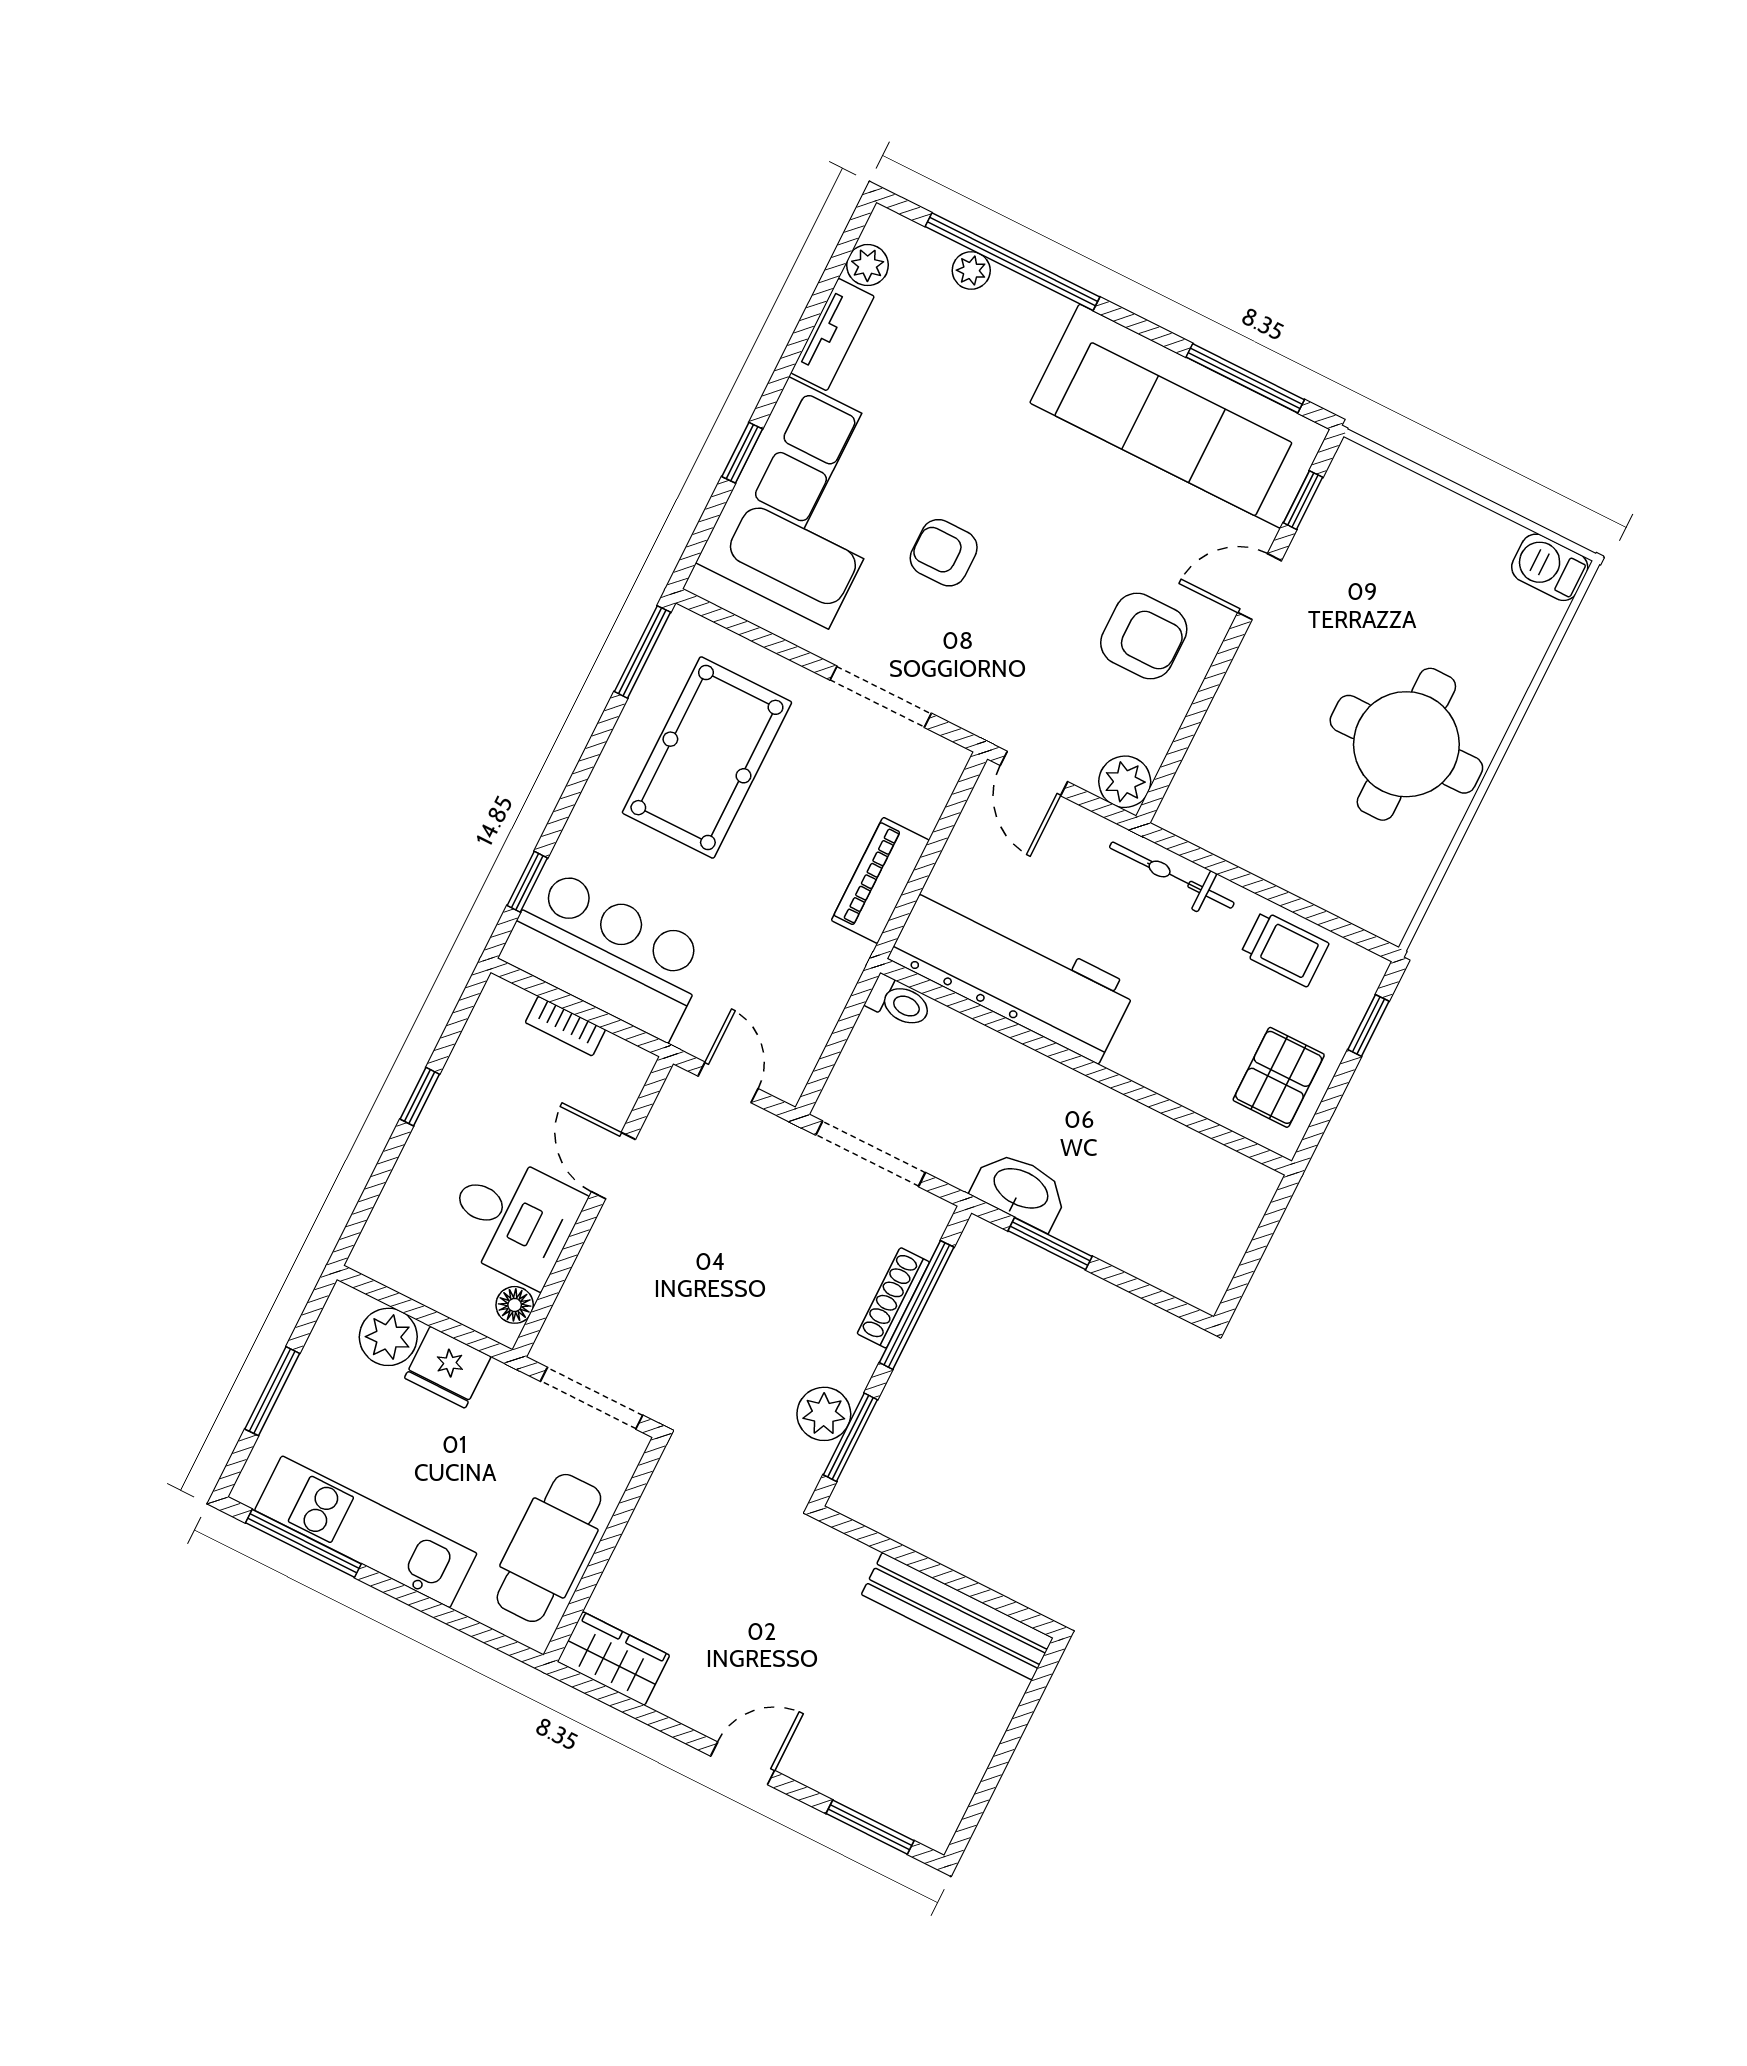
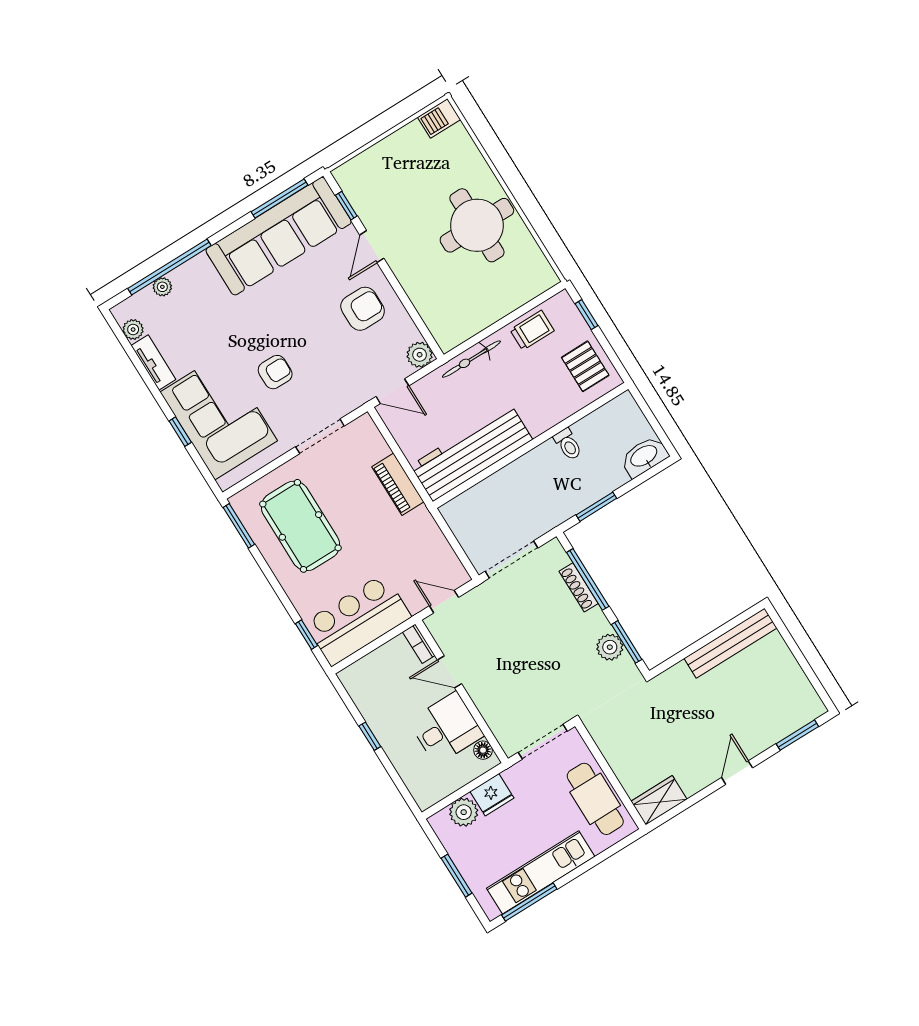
armchair: (944, 553) -> (275, 372), turned 180
toilet: (899, 1002) -> (568, 444), moved, turned 90
bookcase: (565, 1026) -> (419, 644), moved, turned 90
washbasin: (1020, 1190) -> (644, 457), moved

